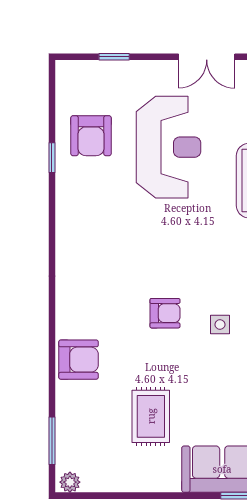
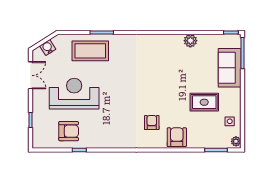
armchair: (165, 313) -> (152, 123), moved
side table: (220, 325) -> (230, 121), moved

